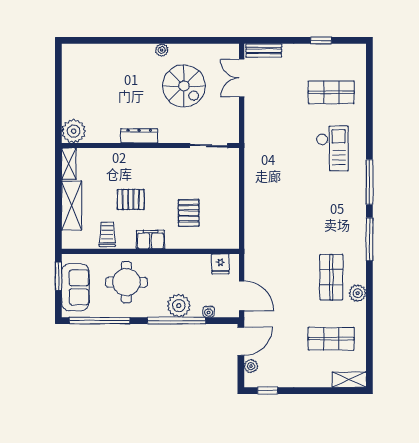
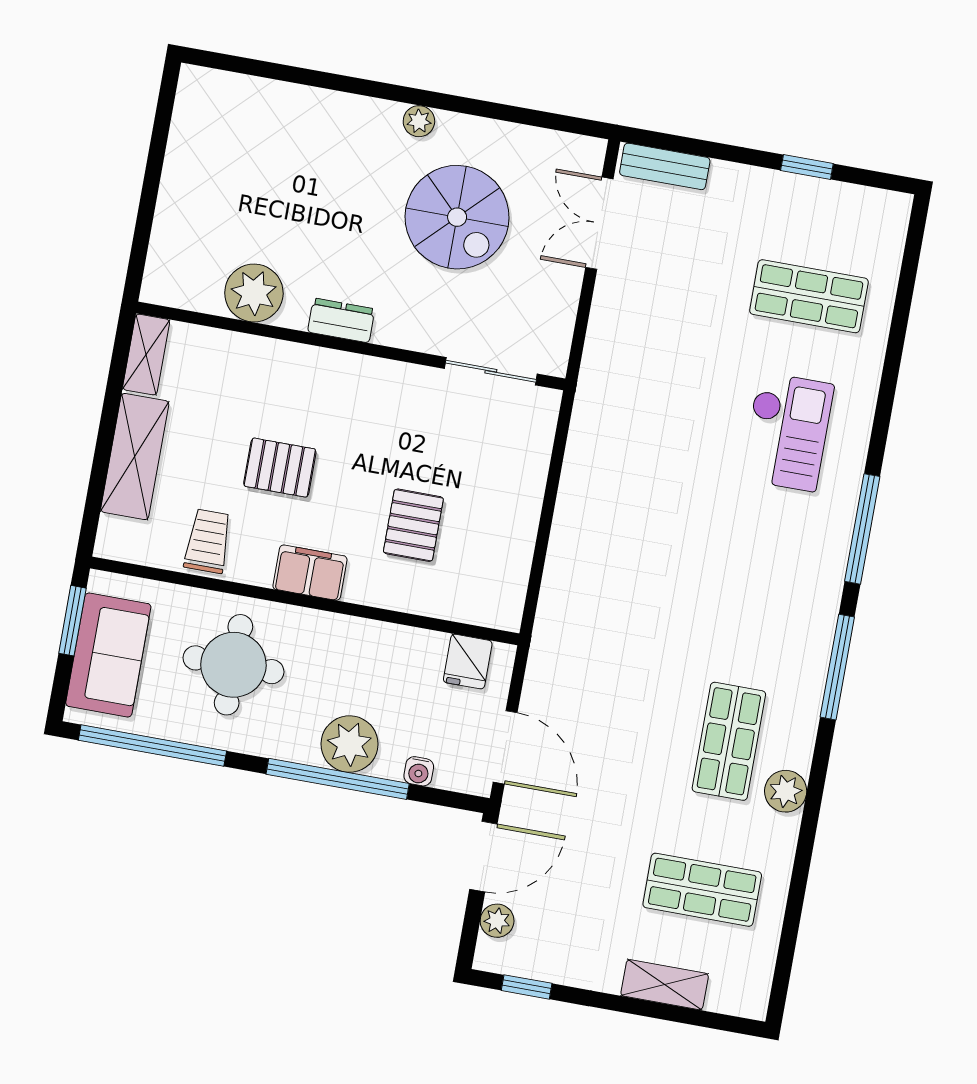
plant: (74, 131) -> (254, 293), moved
dresser: (139, 136) -> (341, 320), width x0.70
shelving: (349, 380) -> (665, 985), moved

